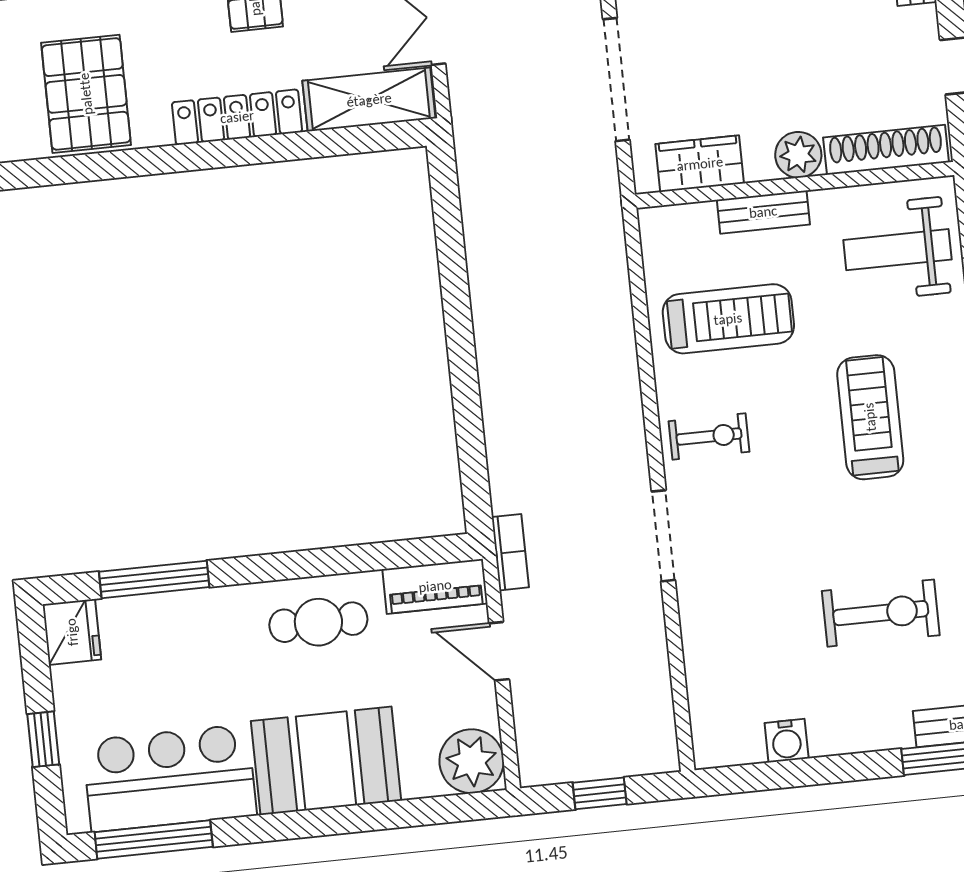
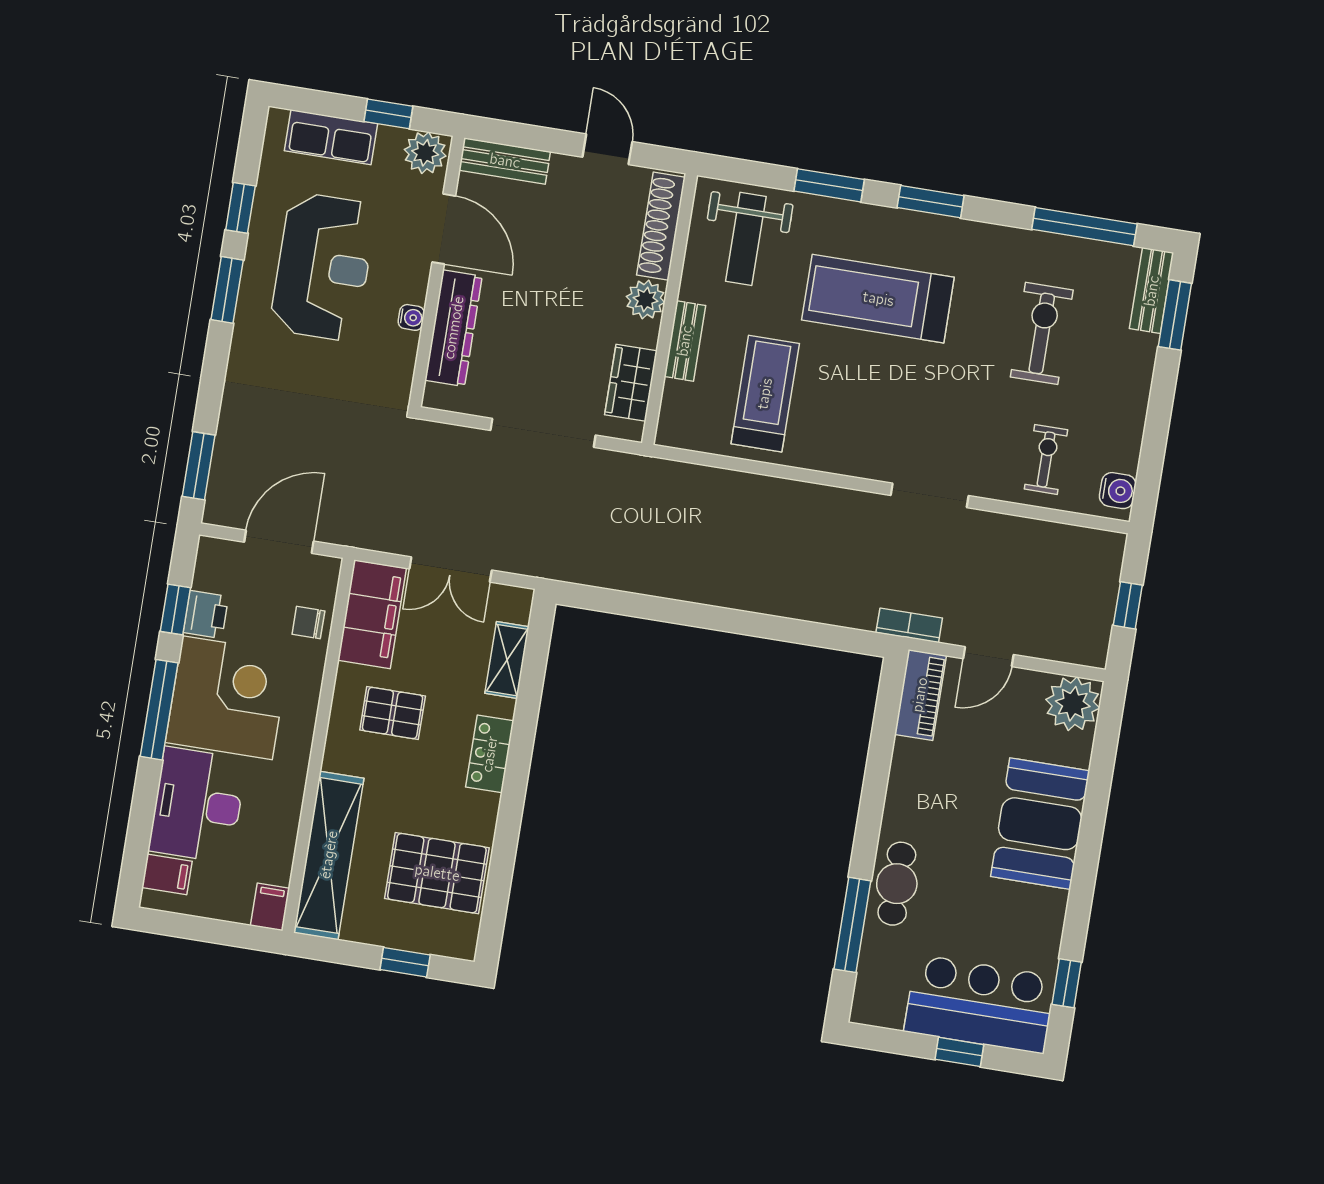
shelving: (369, 100) -> (507, 660), width x0.67, depth x0.75
locker: (237, 117) -> (490, 754), width x0.66
treadmill: (870, 417) -> (878, 299), width x1.37, depth x1.38
exercise bike: (709, 436) -> (1046, 459), moved
cafe table: (318, 622) -> (897, 884), moved
fridge: (72, 632) -> (877, 1004), removed
water cooler: (787, 741) -> (1118, 491), moved
bar counter: (170, 778) -> (980, 1004), moved, turned 90
window: (154, 839) -> (1067, 983), width x0.46

